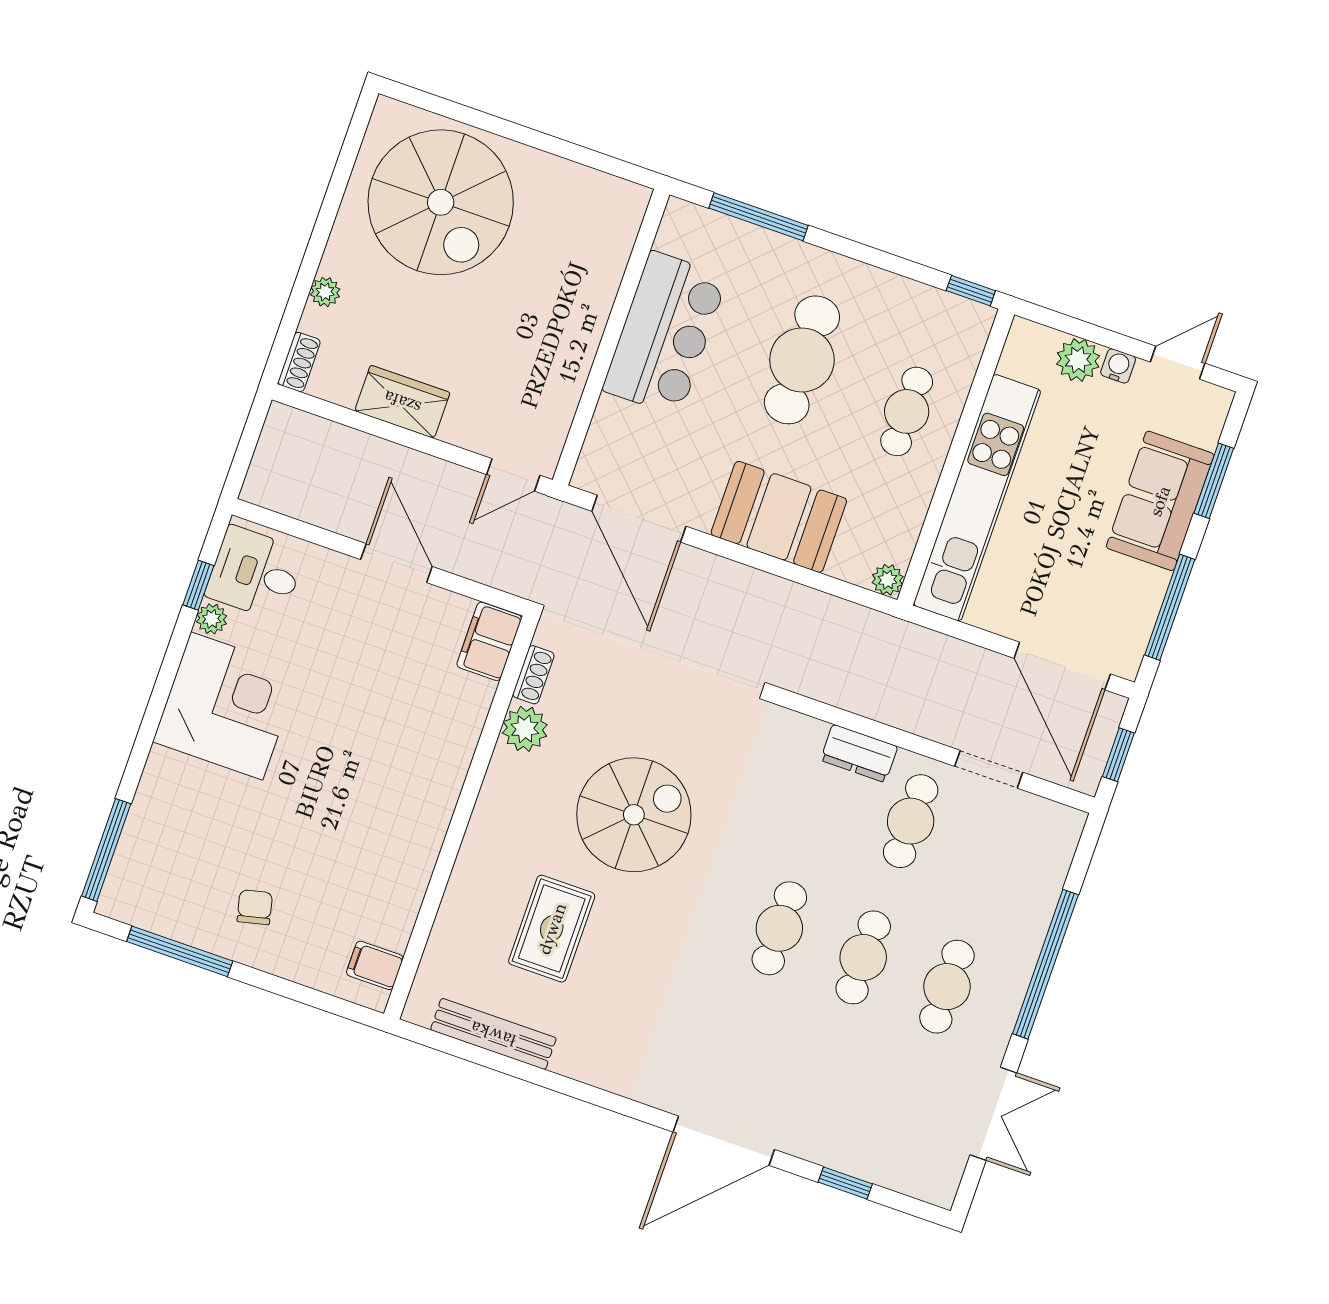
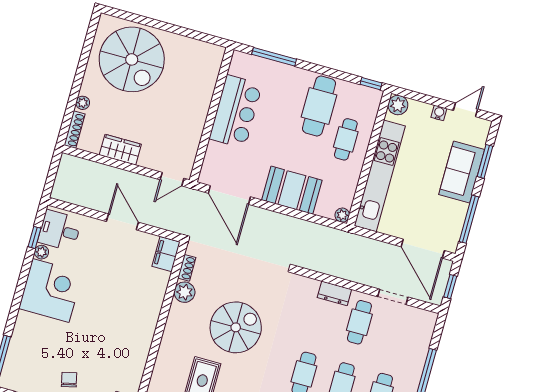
cafe table: (802, 360) -> (319, 106), moved
plant: (1078, 360) -> (398, 105), moved
shoe rack: (299, 362) -> (75, 130), width x1.43

